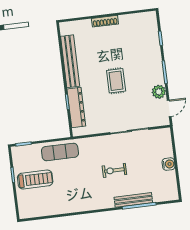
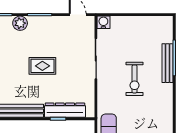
plant: (159, 92) -> (20, 23), moved
water cooler: (169, 164) -> (103, 22), moved
exercise bike: (114, 170) -> (135, 79), width x1.38, depth x1.39

